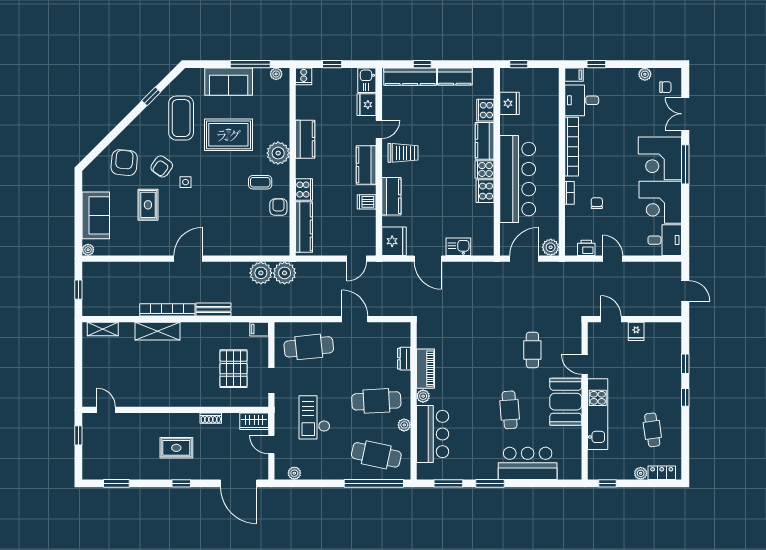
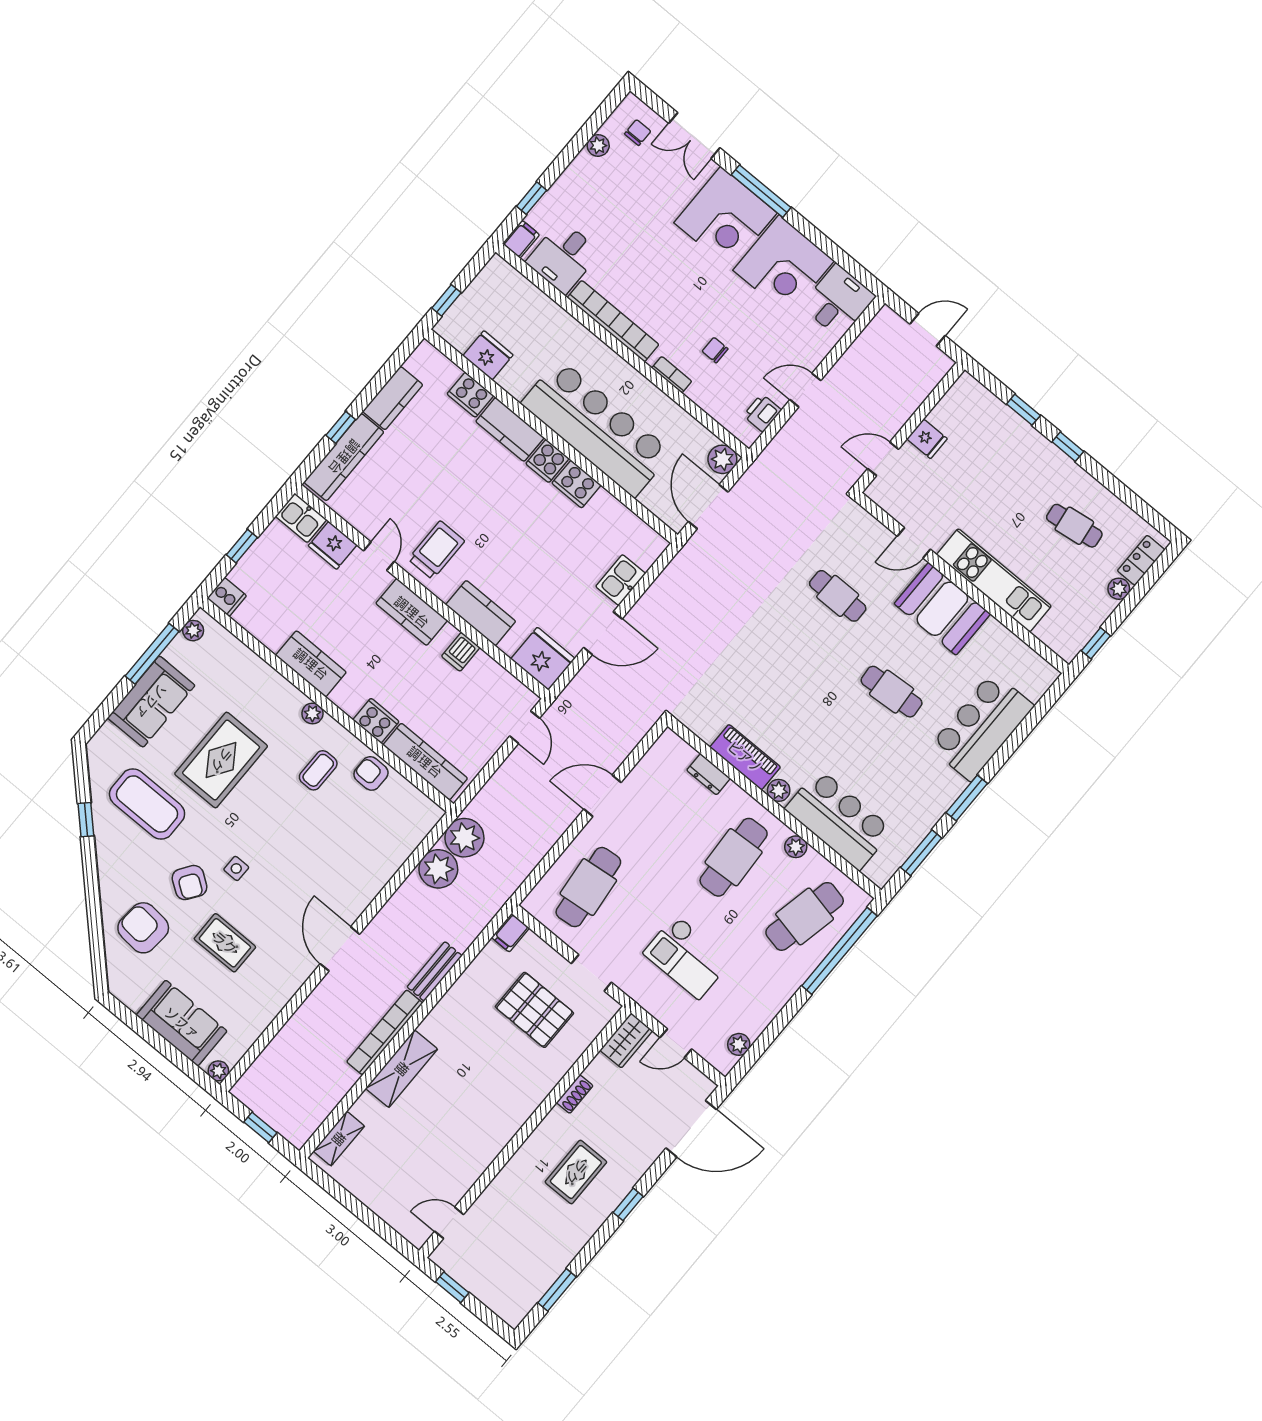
plant: (278, 153) -> (312, 713), width x0.53, depth x0.53

